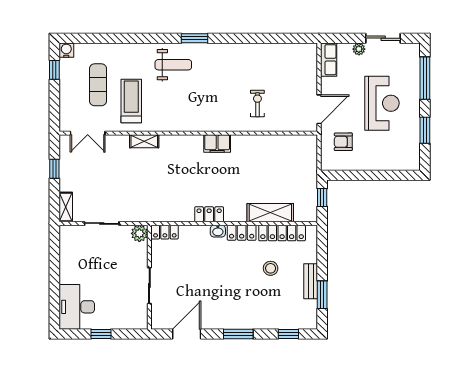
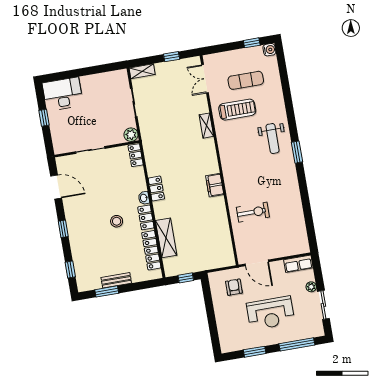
exercise bike: (257, 104) -> (253, 212), width x1.38, depth x1.39
stool: (271, 268) -> (117, 221), moved
window: (238, 334) -> (63, 229), width x0.67

